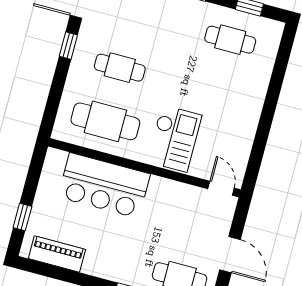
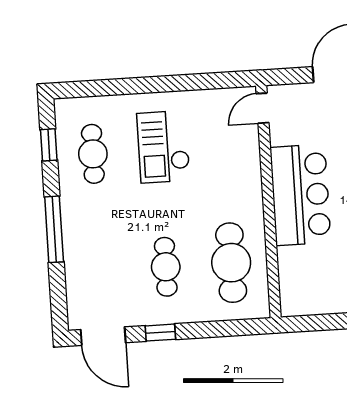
checkout: (174, 139) -> (163, 147), moved, turned -90
bar counter: (104, 185) -> (300, 195), moved

